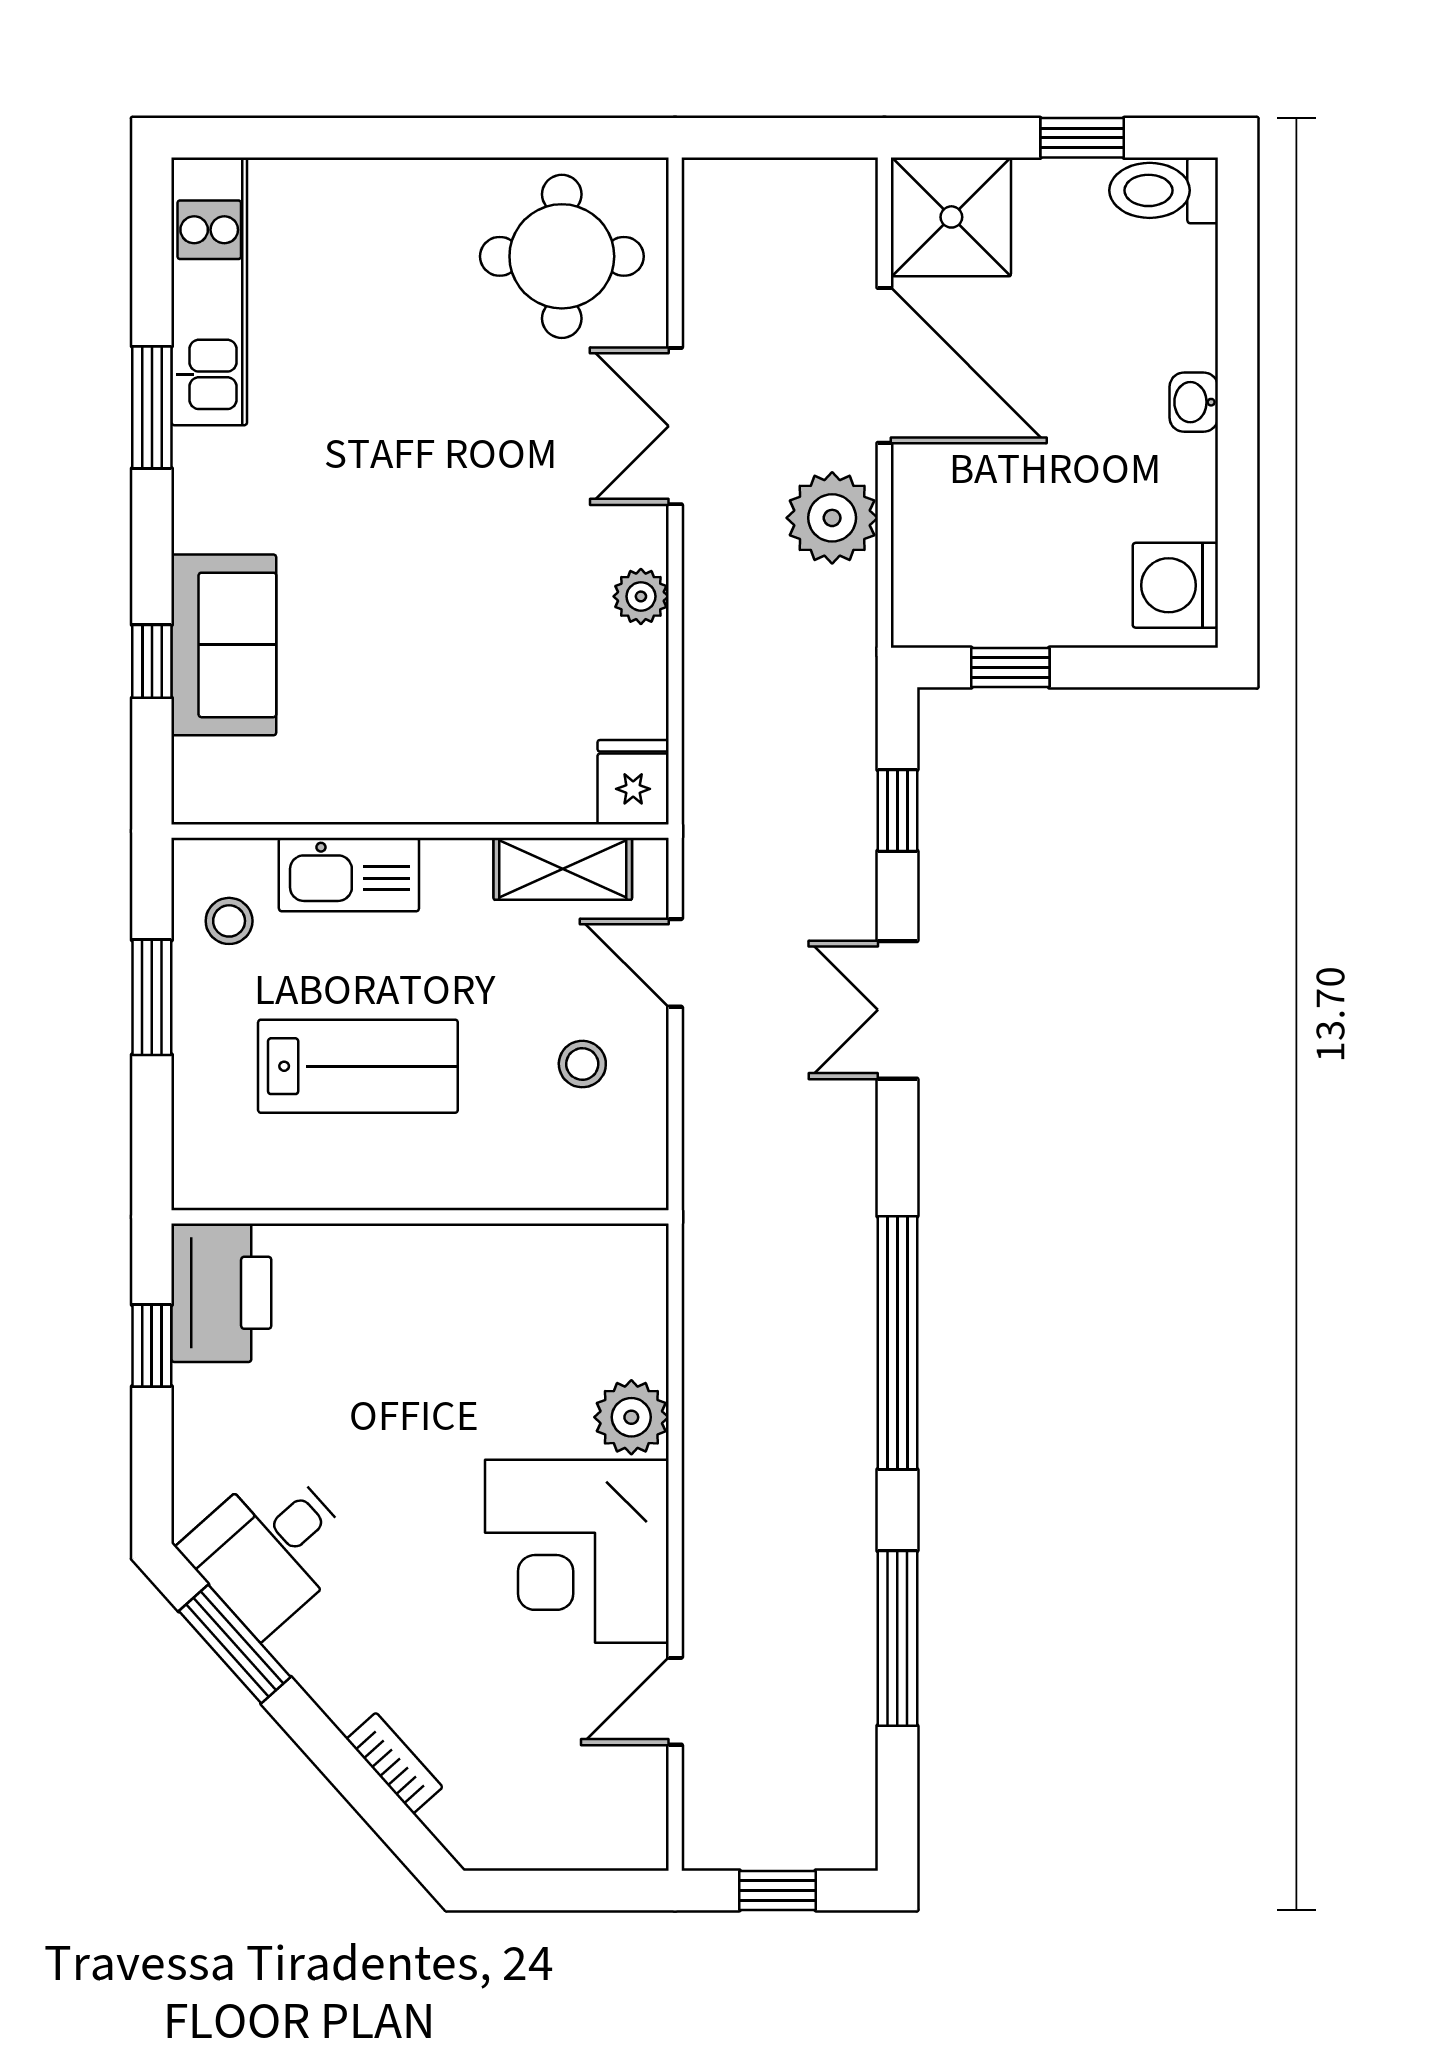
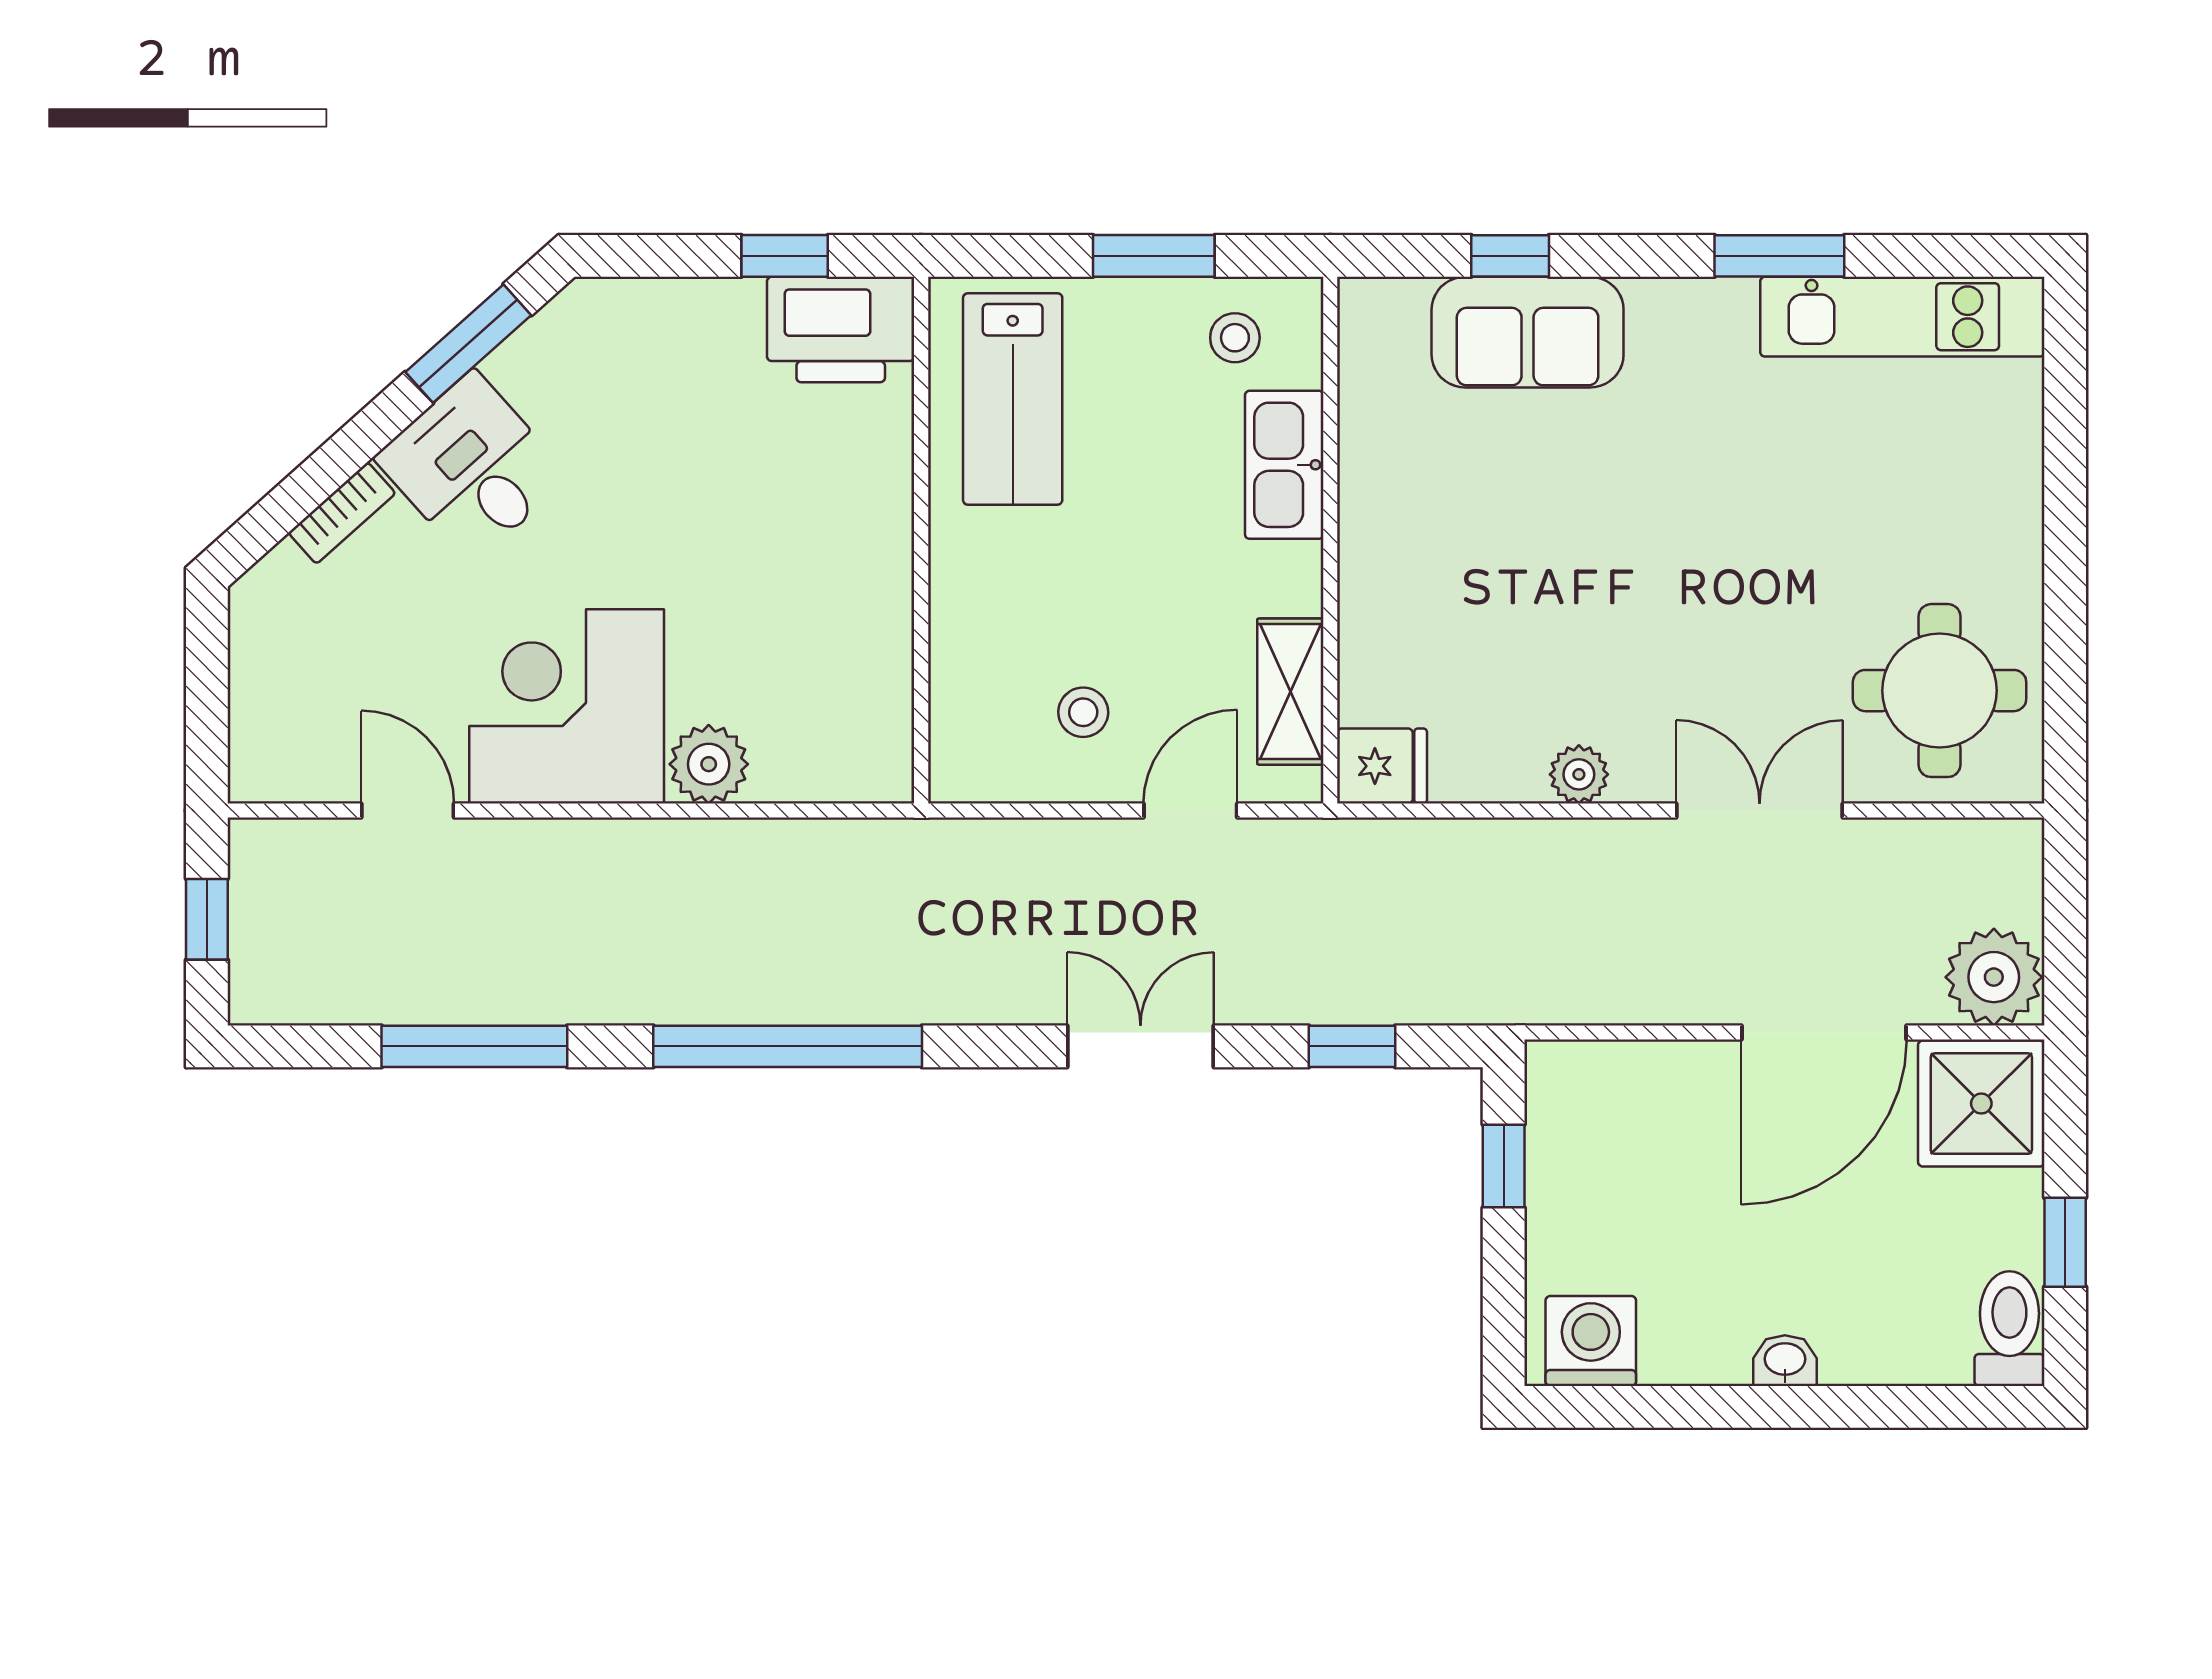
plant: (832, 518) -> (1994, 977), moved
lab bench: (358, 1066) -> (1013, 399), moved
desk: (269, 1549) -> (472, 467), moved

